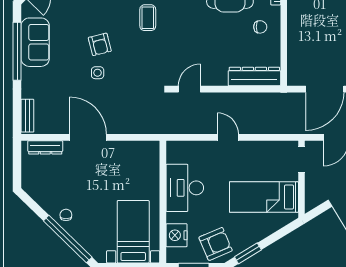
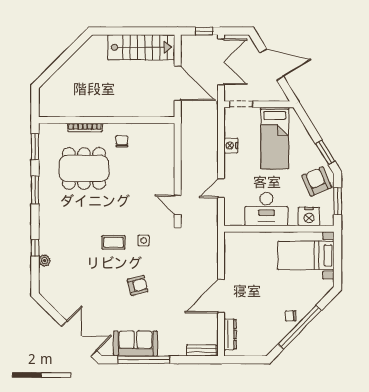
side table: (98, 73) -> (144, 240), moved
dresser: (254, 76) -> (166, 147), removed
door: (228, 137) -> (221, 188), moved
nightstand: (256, 148) -> (231, 145), added
window: (68, 239) -> (300, 327), moved

